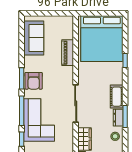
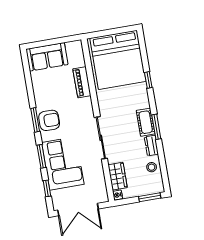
sofa: (34, 38) -> (47, 57), moved, turned 90
armchair: (34, 81) -> (49, 120), turned -90
window: (22, 111) -> (41, 156), width x0.69
window: (125, 117) -> (156, 127), moved

